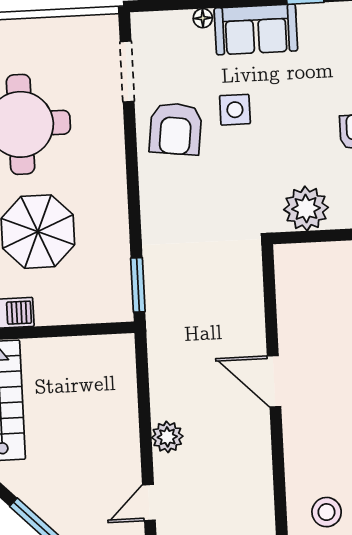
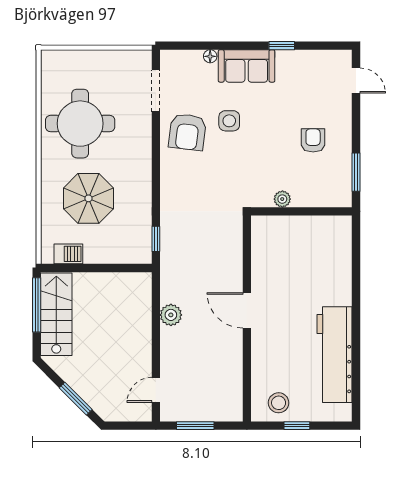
plant: (306, 208) -> (282, 199), width x0.53, depth x0.53
window: (138, 285) -> (156, 239), width x0.67
plant: (167, 437) -> (171, 315), moved

